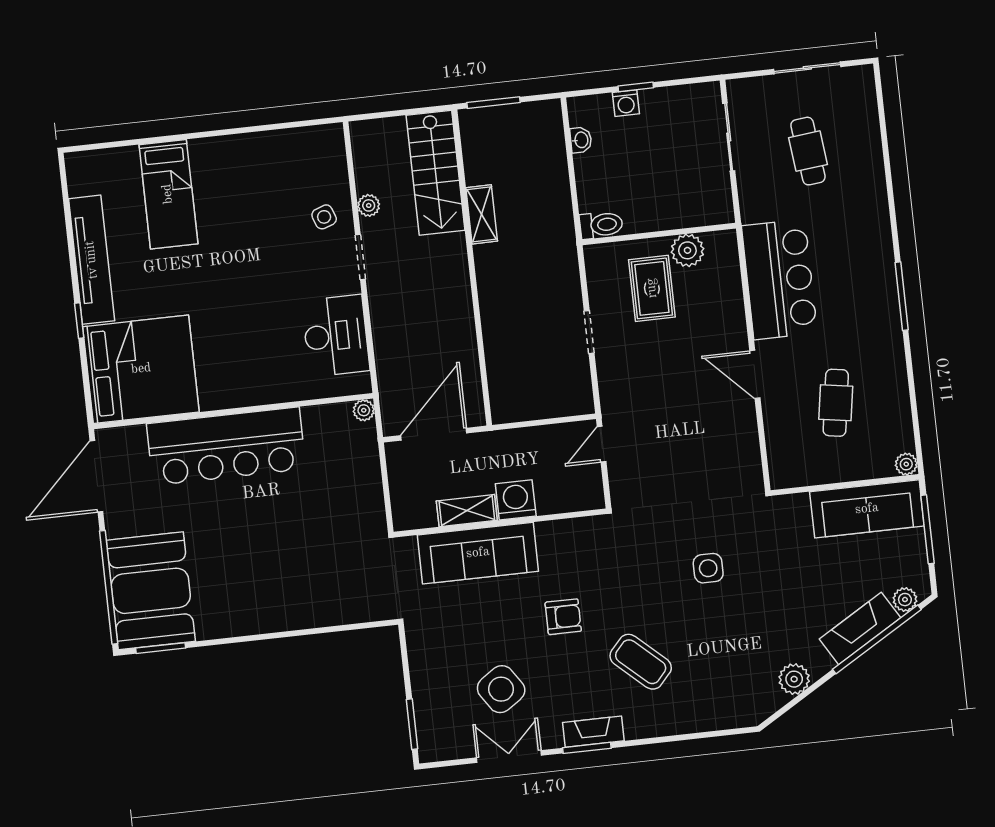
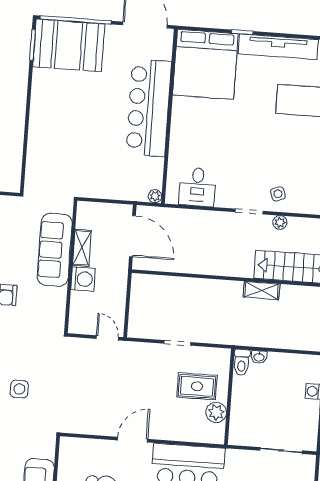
washbasin: (581, 140) -> (259, 357), moved
desk: (336, 336) -> (197, 187), width x0.73

